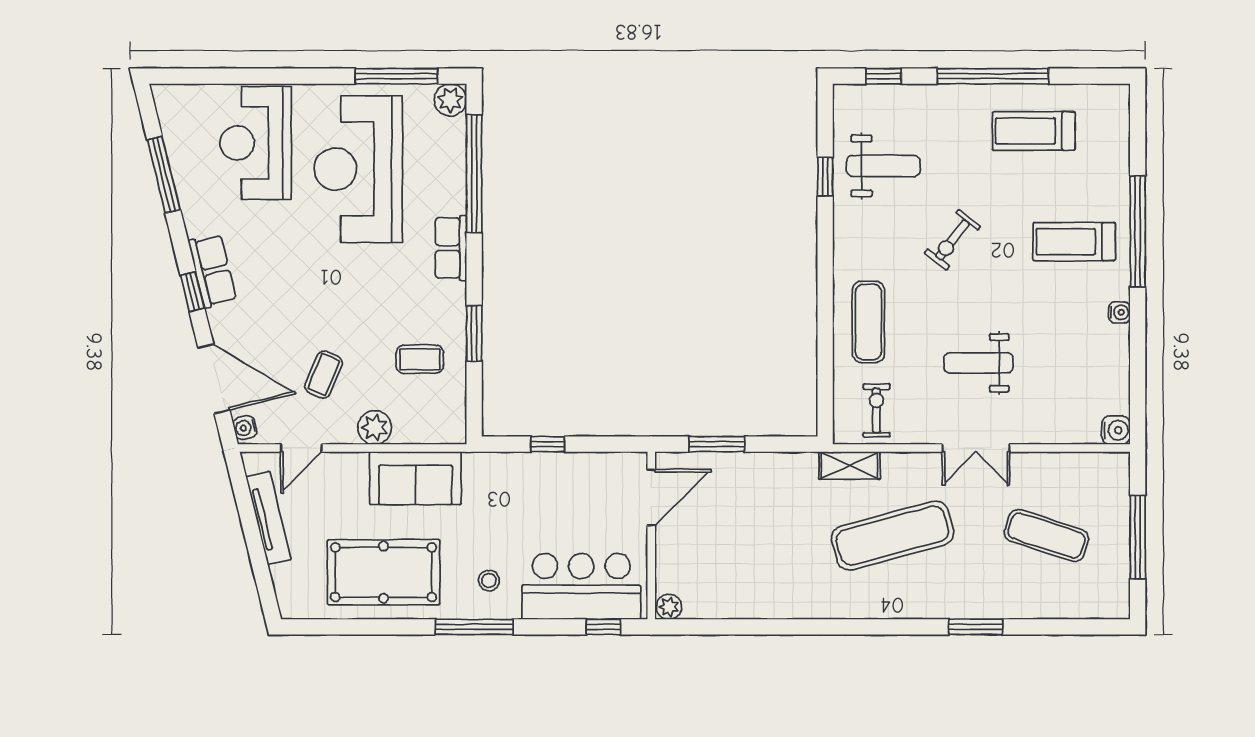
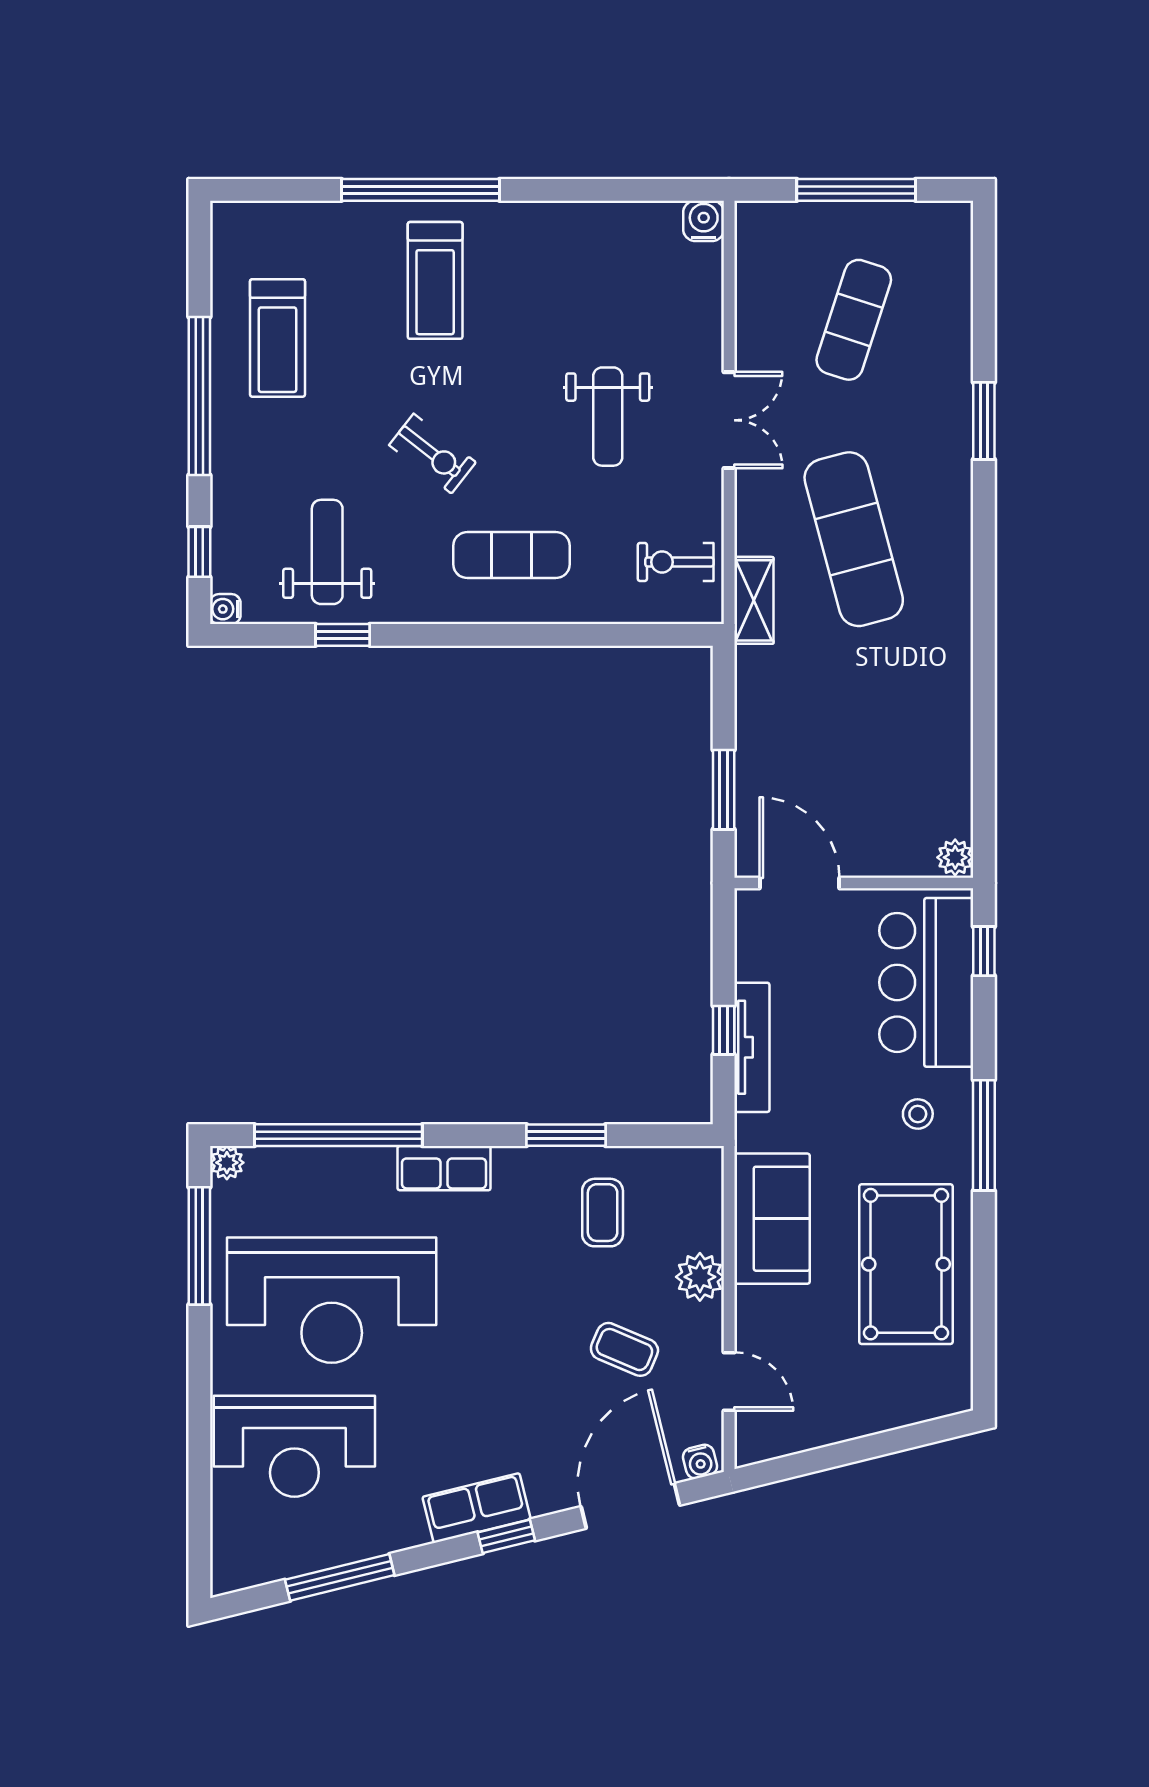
plant: (450, 100) -> (227, 1163), width x0.73, depth x0.73
water cooler: (1119, 312) -> (225, 609), moved, turned -90
exercise mat: (868, 322) -> (512, 555), moved
tv unit: (269, 518) -> (752, 1047), moved, turned 104

